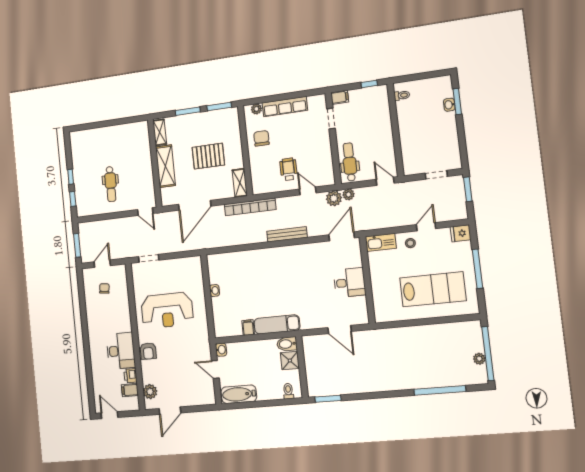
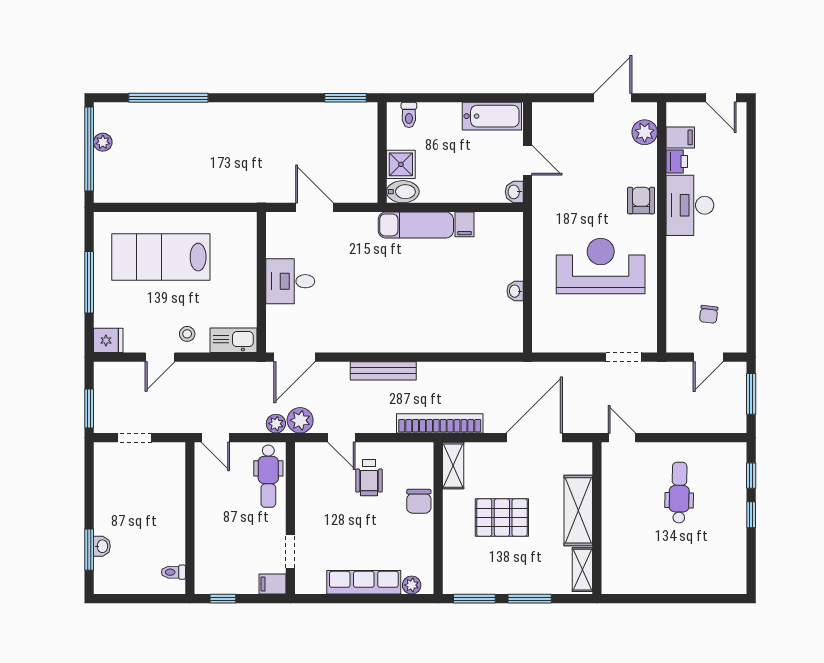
chair: (261, 138) -> (419, 501), moved

